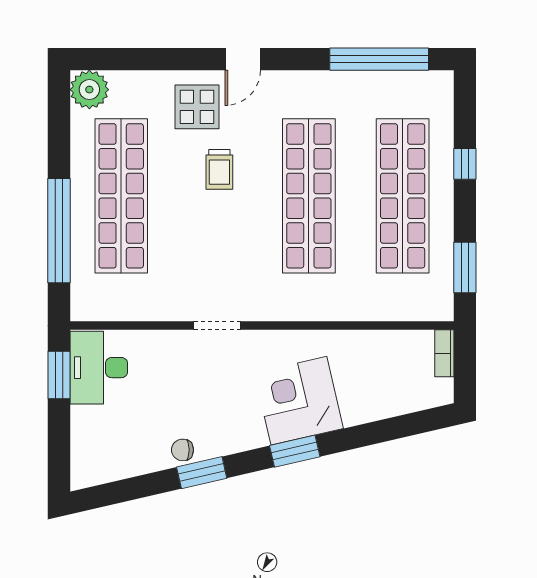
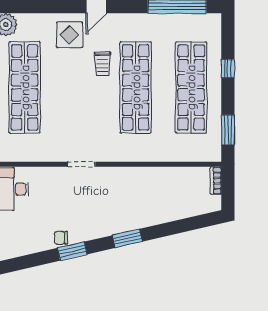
trolley: (219, 169) -> (102, 64), moved
corner desk: (299, 401) -> (130, 209), removed

